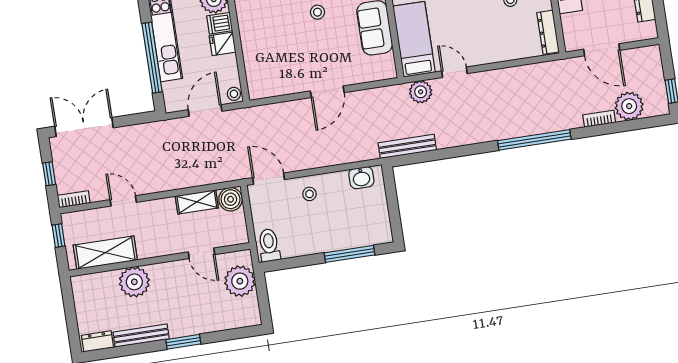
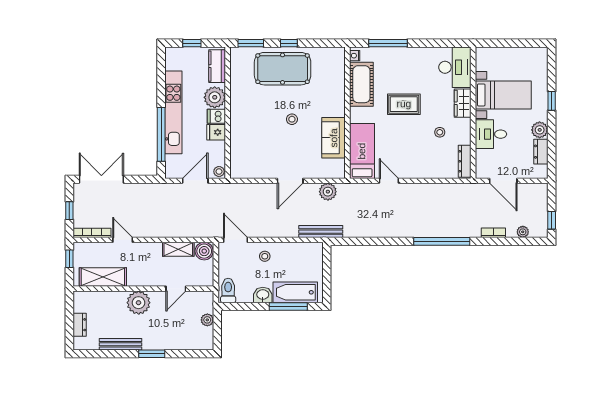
plant: (421, 92) -> (328, 192), moved
plant: (629, 106) -> (523, 232), width x0.53, depth x0.53
bench: (407, 146) -> (321, 232), moved
washbasin: (361, 178) -> (263, 295), moved, turned 180
bookcase: (74, 199) -> (92, 233), width x1.56
bathtub: (356, 234) -> (295, 292), added
door: (202, 253) -> (176, 289), hinge flipped
plant: (240, 281) -> (207, 320), width x0.53, depth x0.53
plant: (134, 282) -> (139, 303), moved
dresser: (98, 341) -> (80, 325), moved, turned 90

